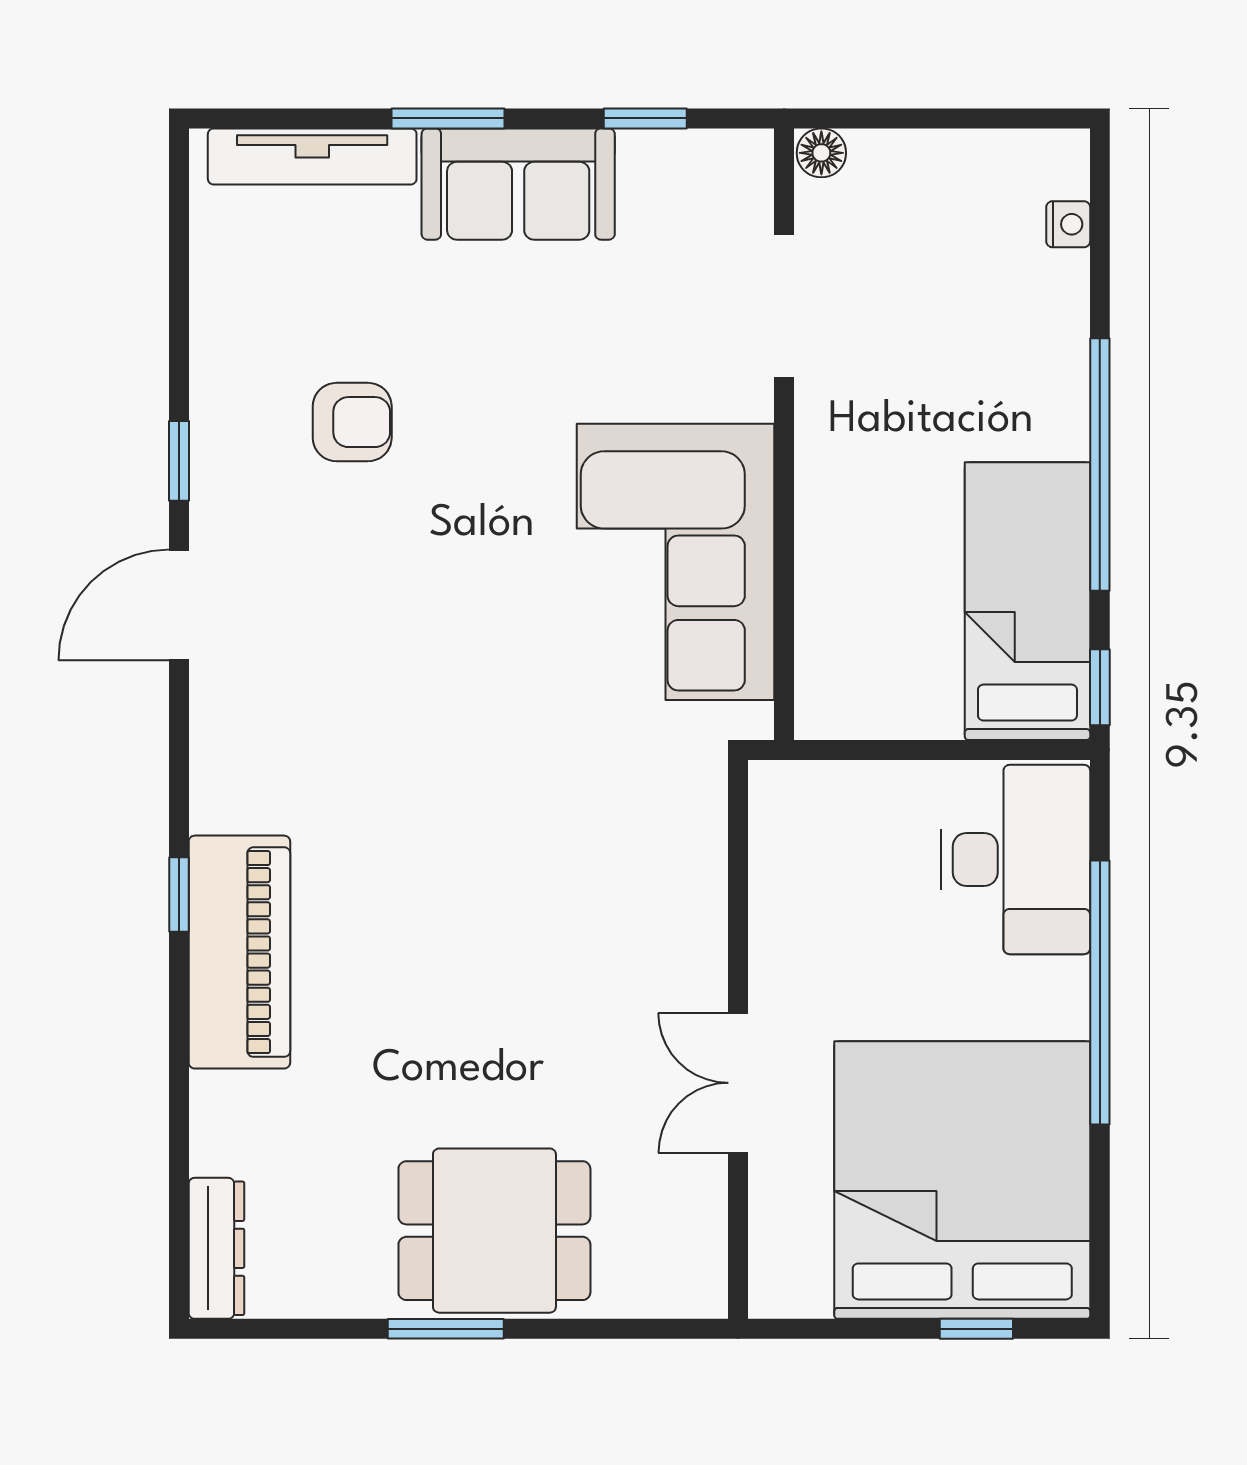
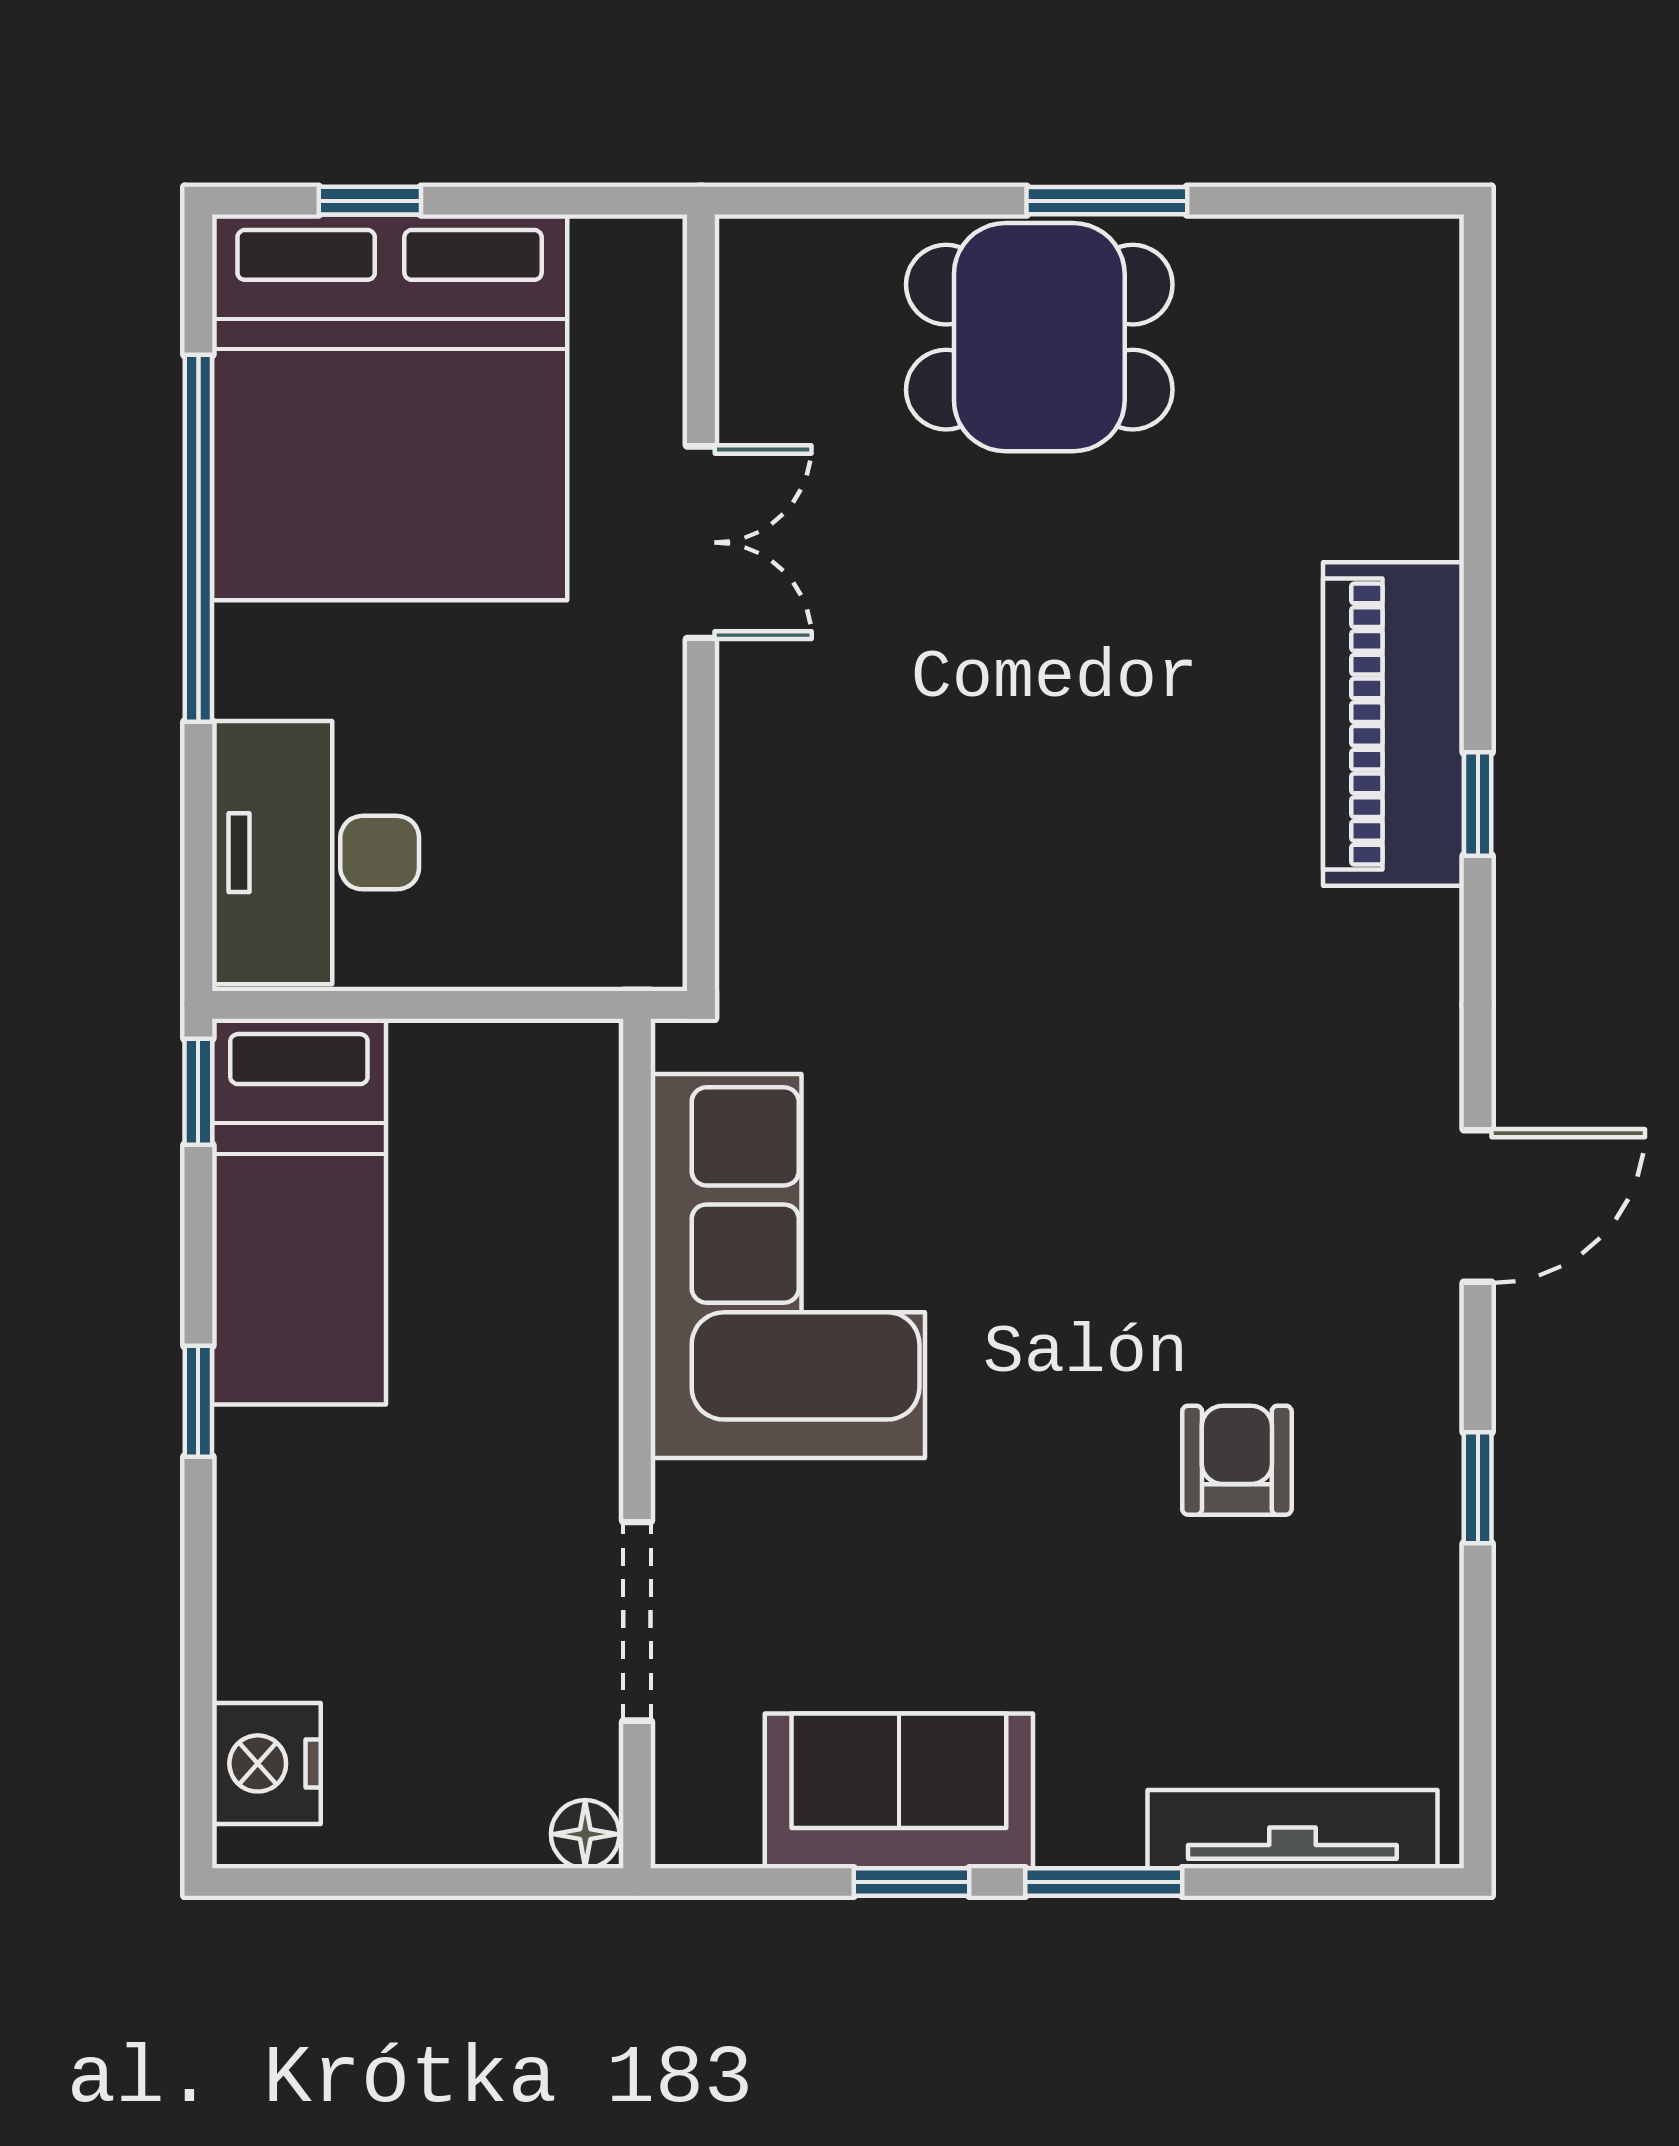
window: (645, 118) -> (911, 1882), moved
sofa: (518, 184) -> (899, 1791), moved
nightstand: (1068, 224) -> (266, 1763), width x1.89, depth x1.79
armchair: (352, 422) -> (1237, 1460), turned 90
window: (179, 461) -> (1478, 1488), moved
window: (1100, 465) -> (198, 1401), width x0.32
window: (1100, 993) -> (198, 538), moved
dresser: (216, 1248) -> (1426, 313), removed

